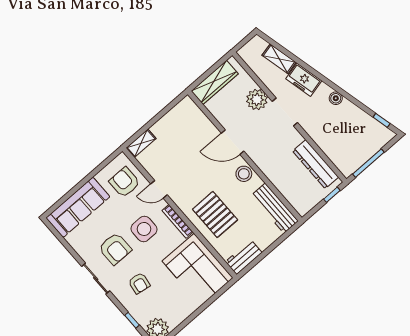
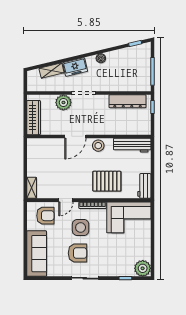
armchair: (125, 182) -> (45, 216), turned 180
armchair: (139, 283) -> (108, 256), removed

